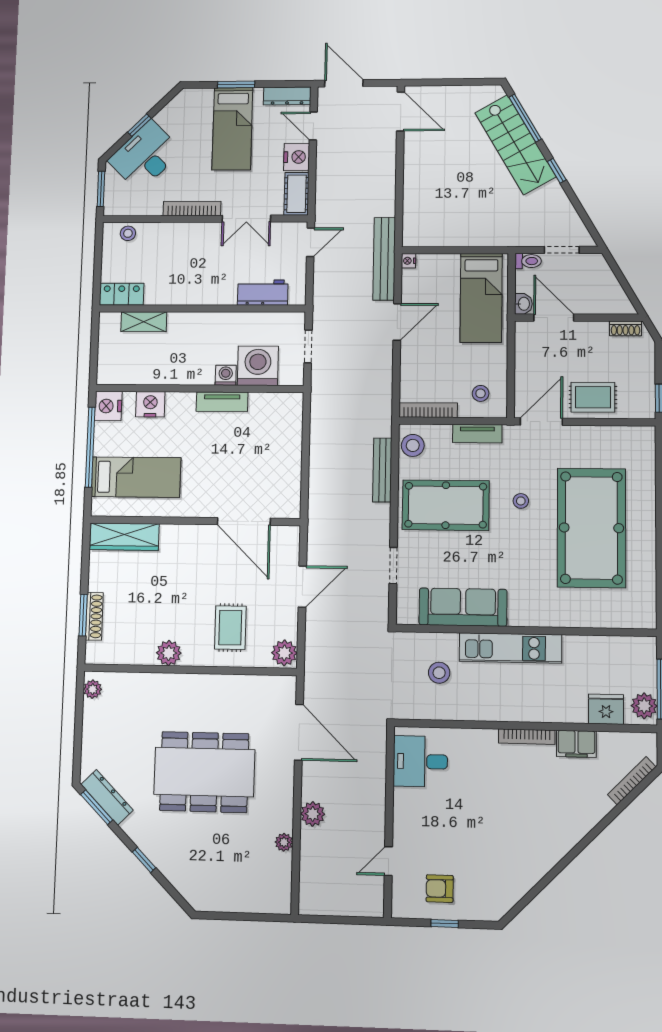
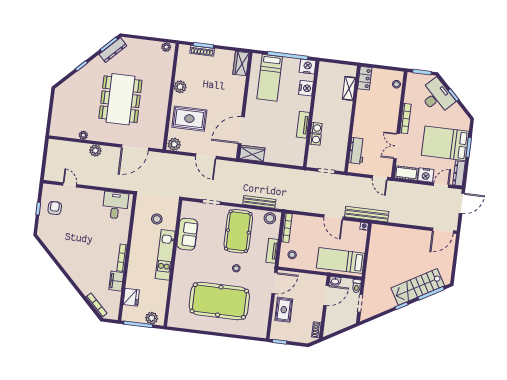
bed: (232, 129) -> (445, 143), width x1.50
washing machine: (258, 366) -> (315, 139), width x0.53, depth x0.53
door: (541, 422) -> (275, 283), hinge flipped
wardrobe: (287, 495) -> (252, 153), added
wardrobe: (124, 537) -> (241, 64), width x0.67
sofa: (463, 607) -> (187, 234), width x0.73
rug: (230, 628) -> (189, 119), width x1.36, depth x1.43
plant: (644, 706) -> (152, 318), moved

